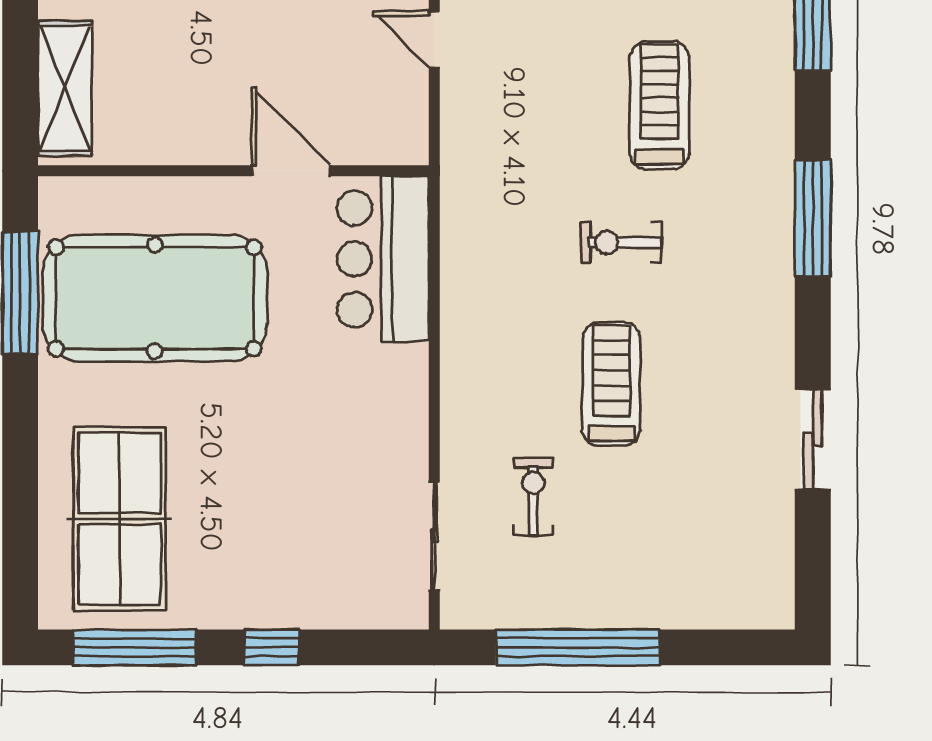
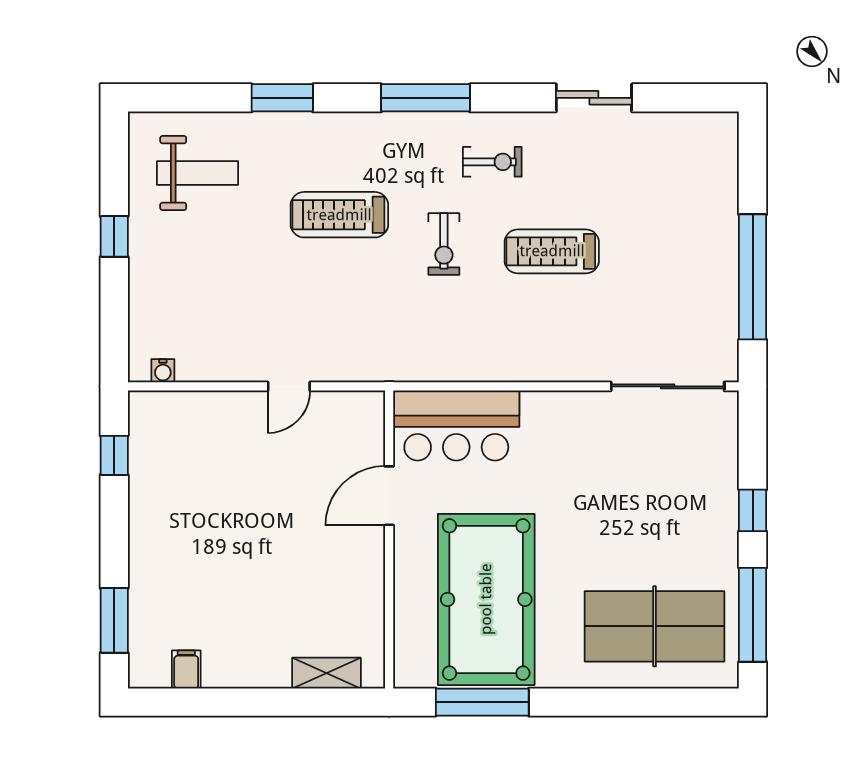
shelving: (65, 88) -> (326, 673), width x0.67, depth x0.75
exercise bike: (533, 497) -> (492, 162), moved, turned 180
sliding door: (434, 536) -> (668, 386), width x1.37

